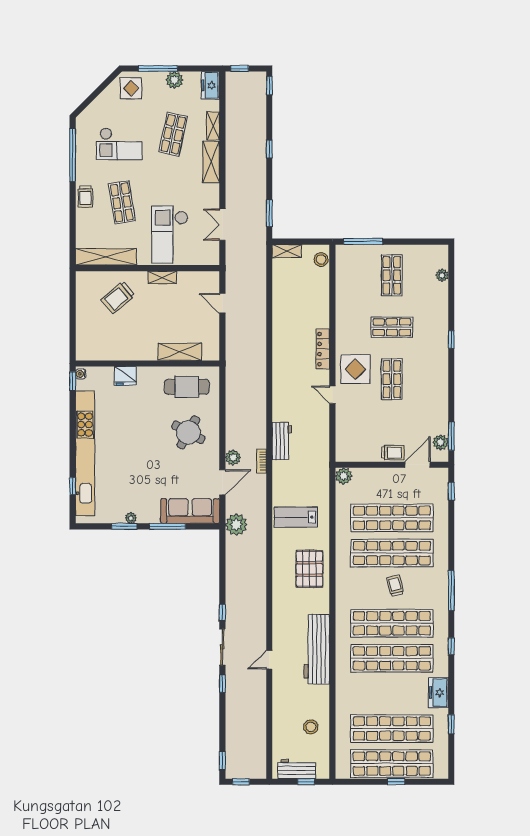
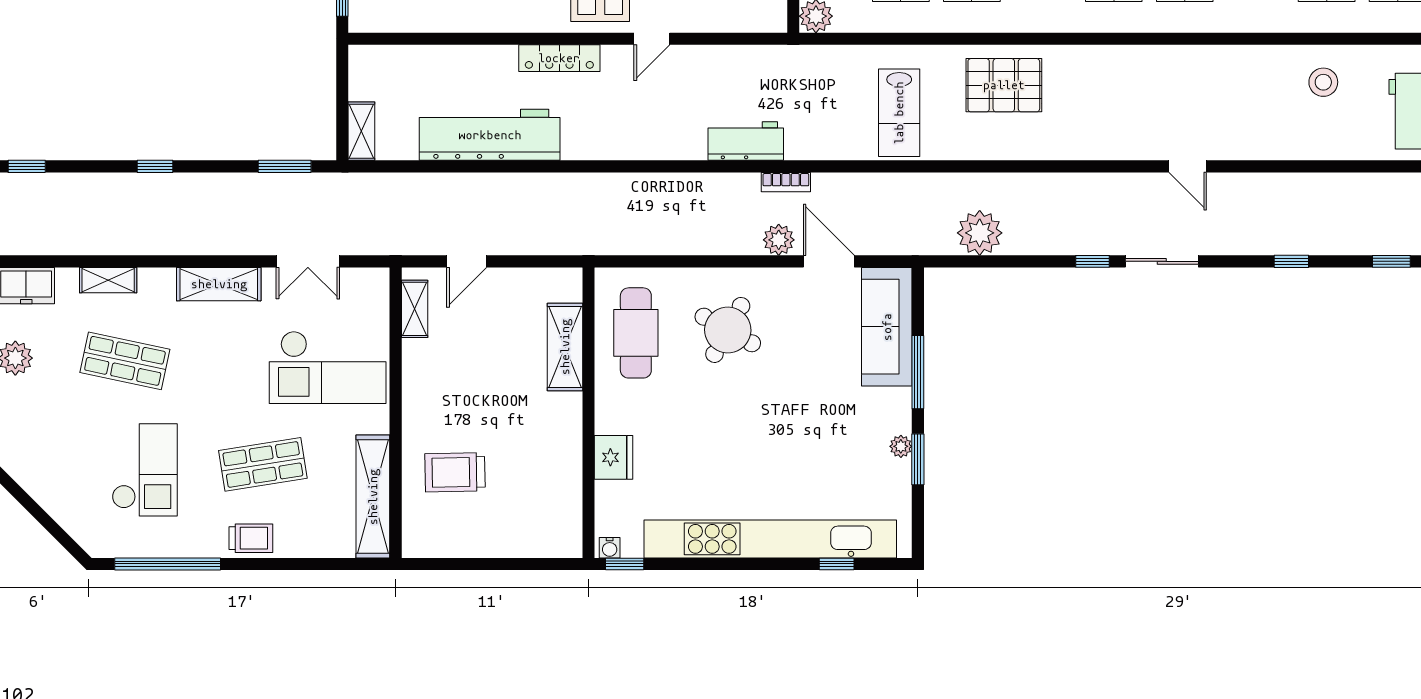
display table: (131, 88) -> (32, 446), removed
shelving: (211, 162) -> (219, 284), moved
stool: (321, 259) -> (378, 62), removed
shelving: (162, 277) -> (415, 309), moved
trolley: (118, 297) -> (455, 472), turned 129
plant: (236, 525) -> (980, 233), moved
workbench: (317, 649) -> (490, 135), moved, turned 180
window: (222, 684) -> (1291, 261), moved

